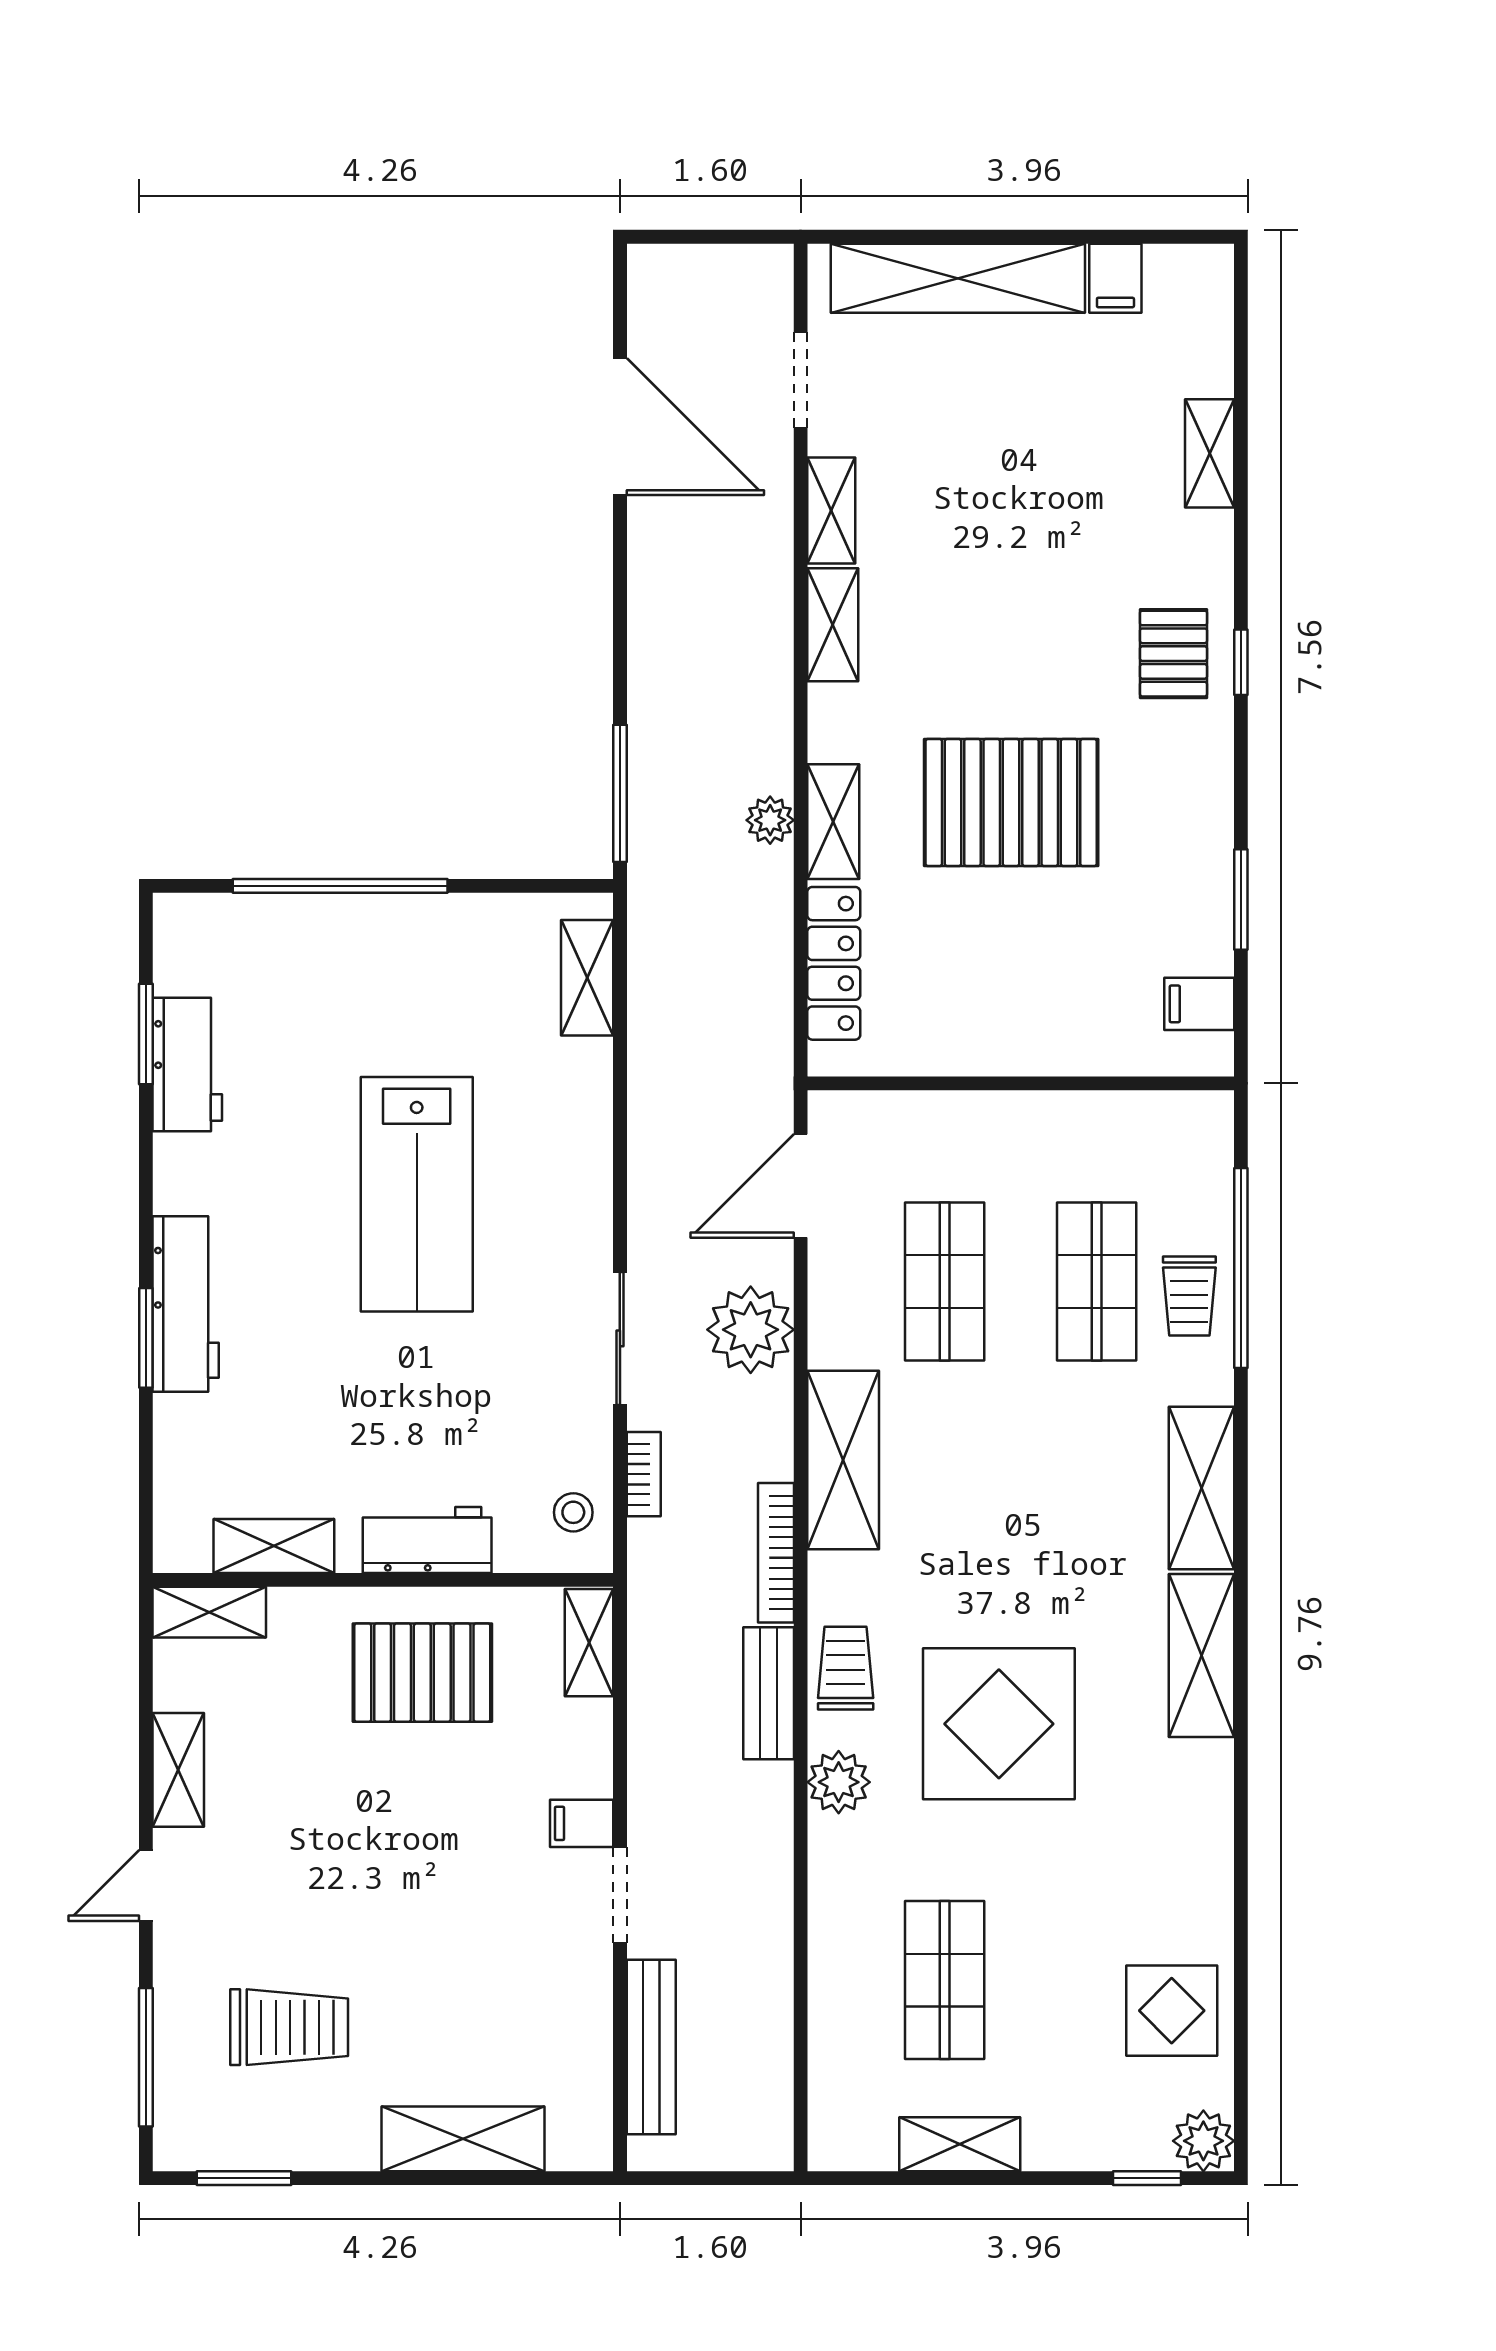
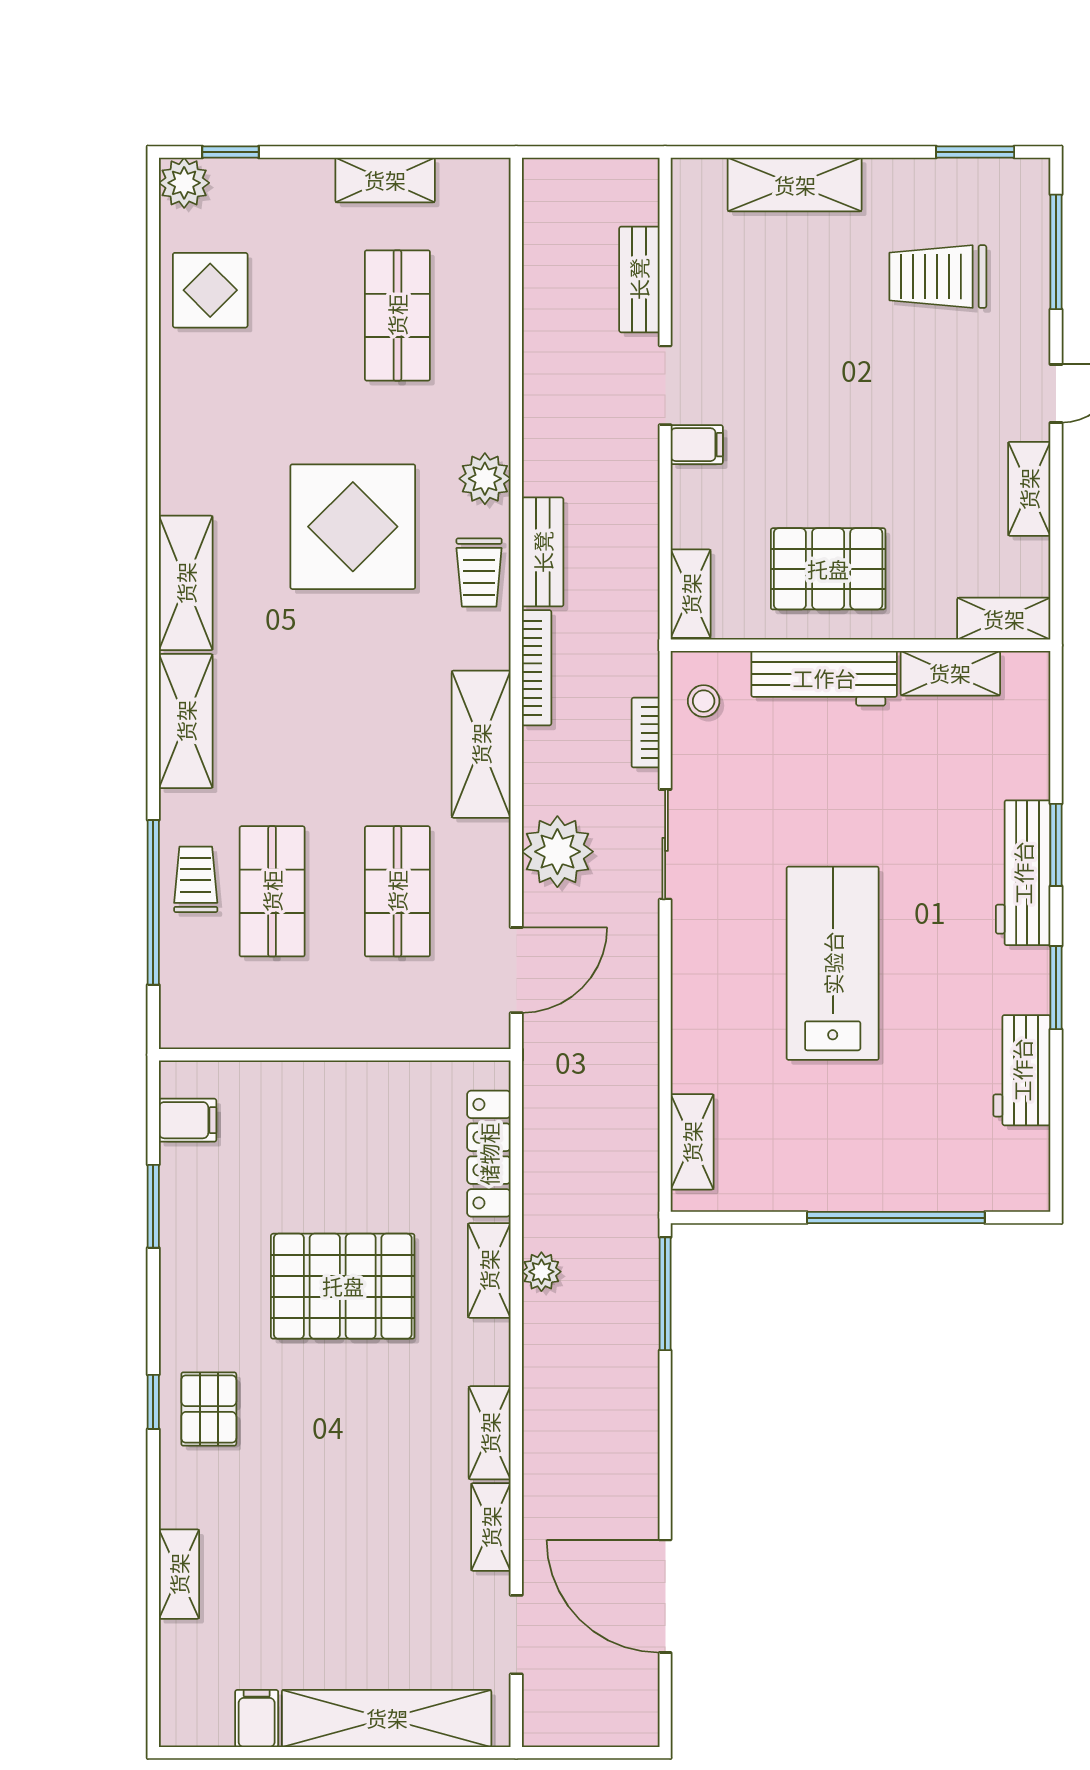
window: (146, 1034) -> (1056, 988), moved
workbench: (427, 1540) -> (824, 678), width x1.38
bench: (651, 2047) -> (639, 279), width x0.73

